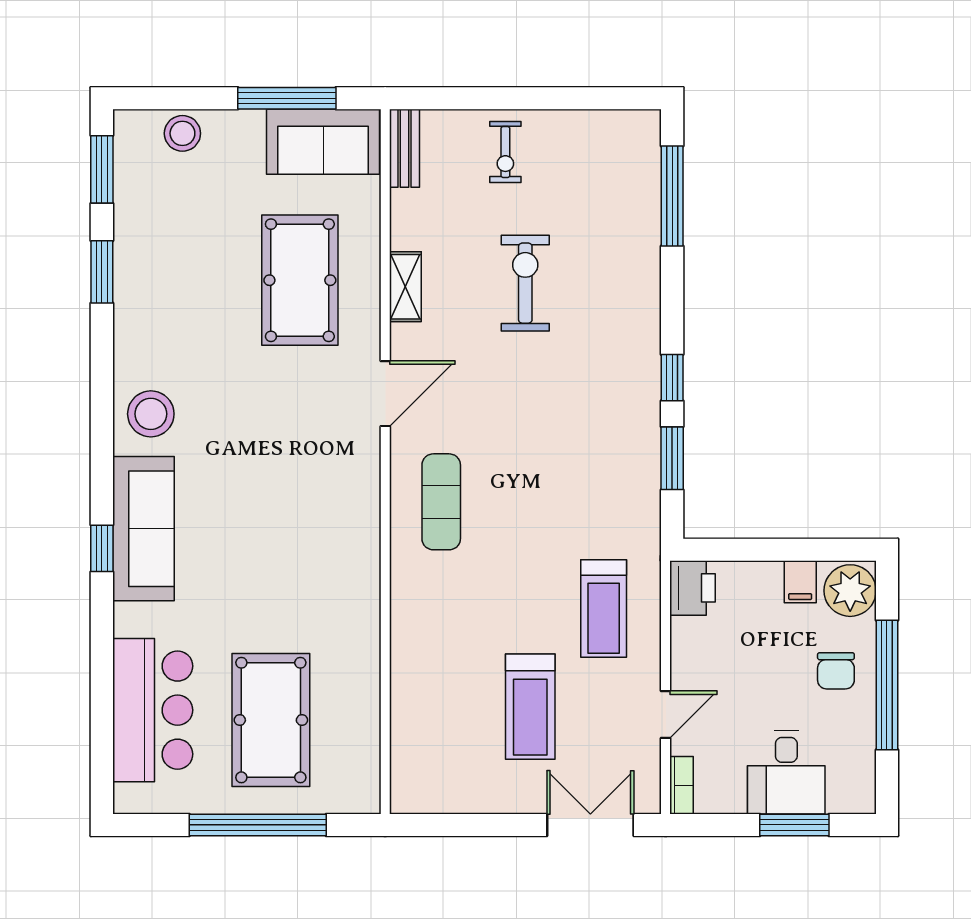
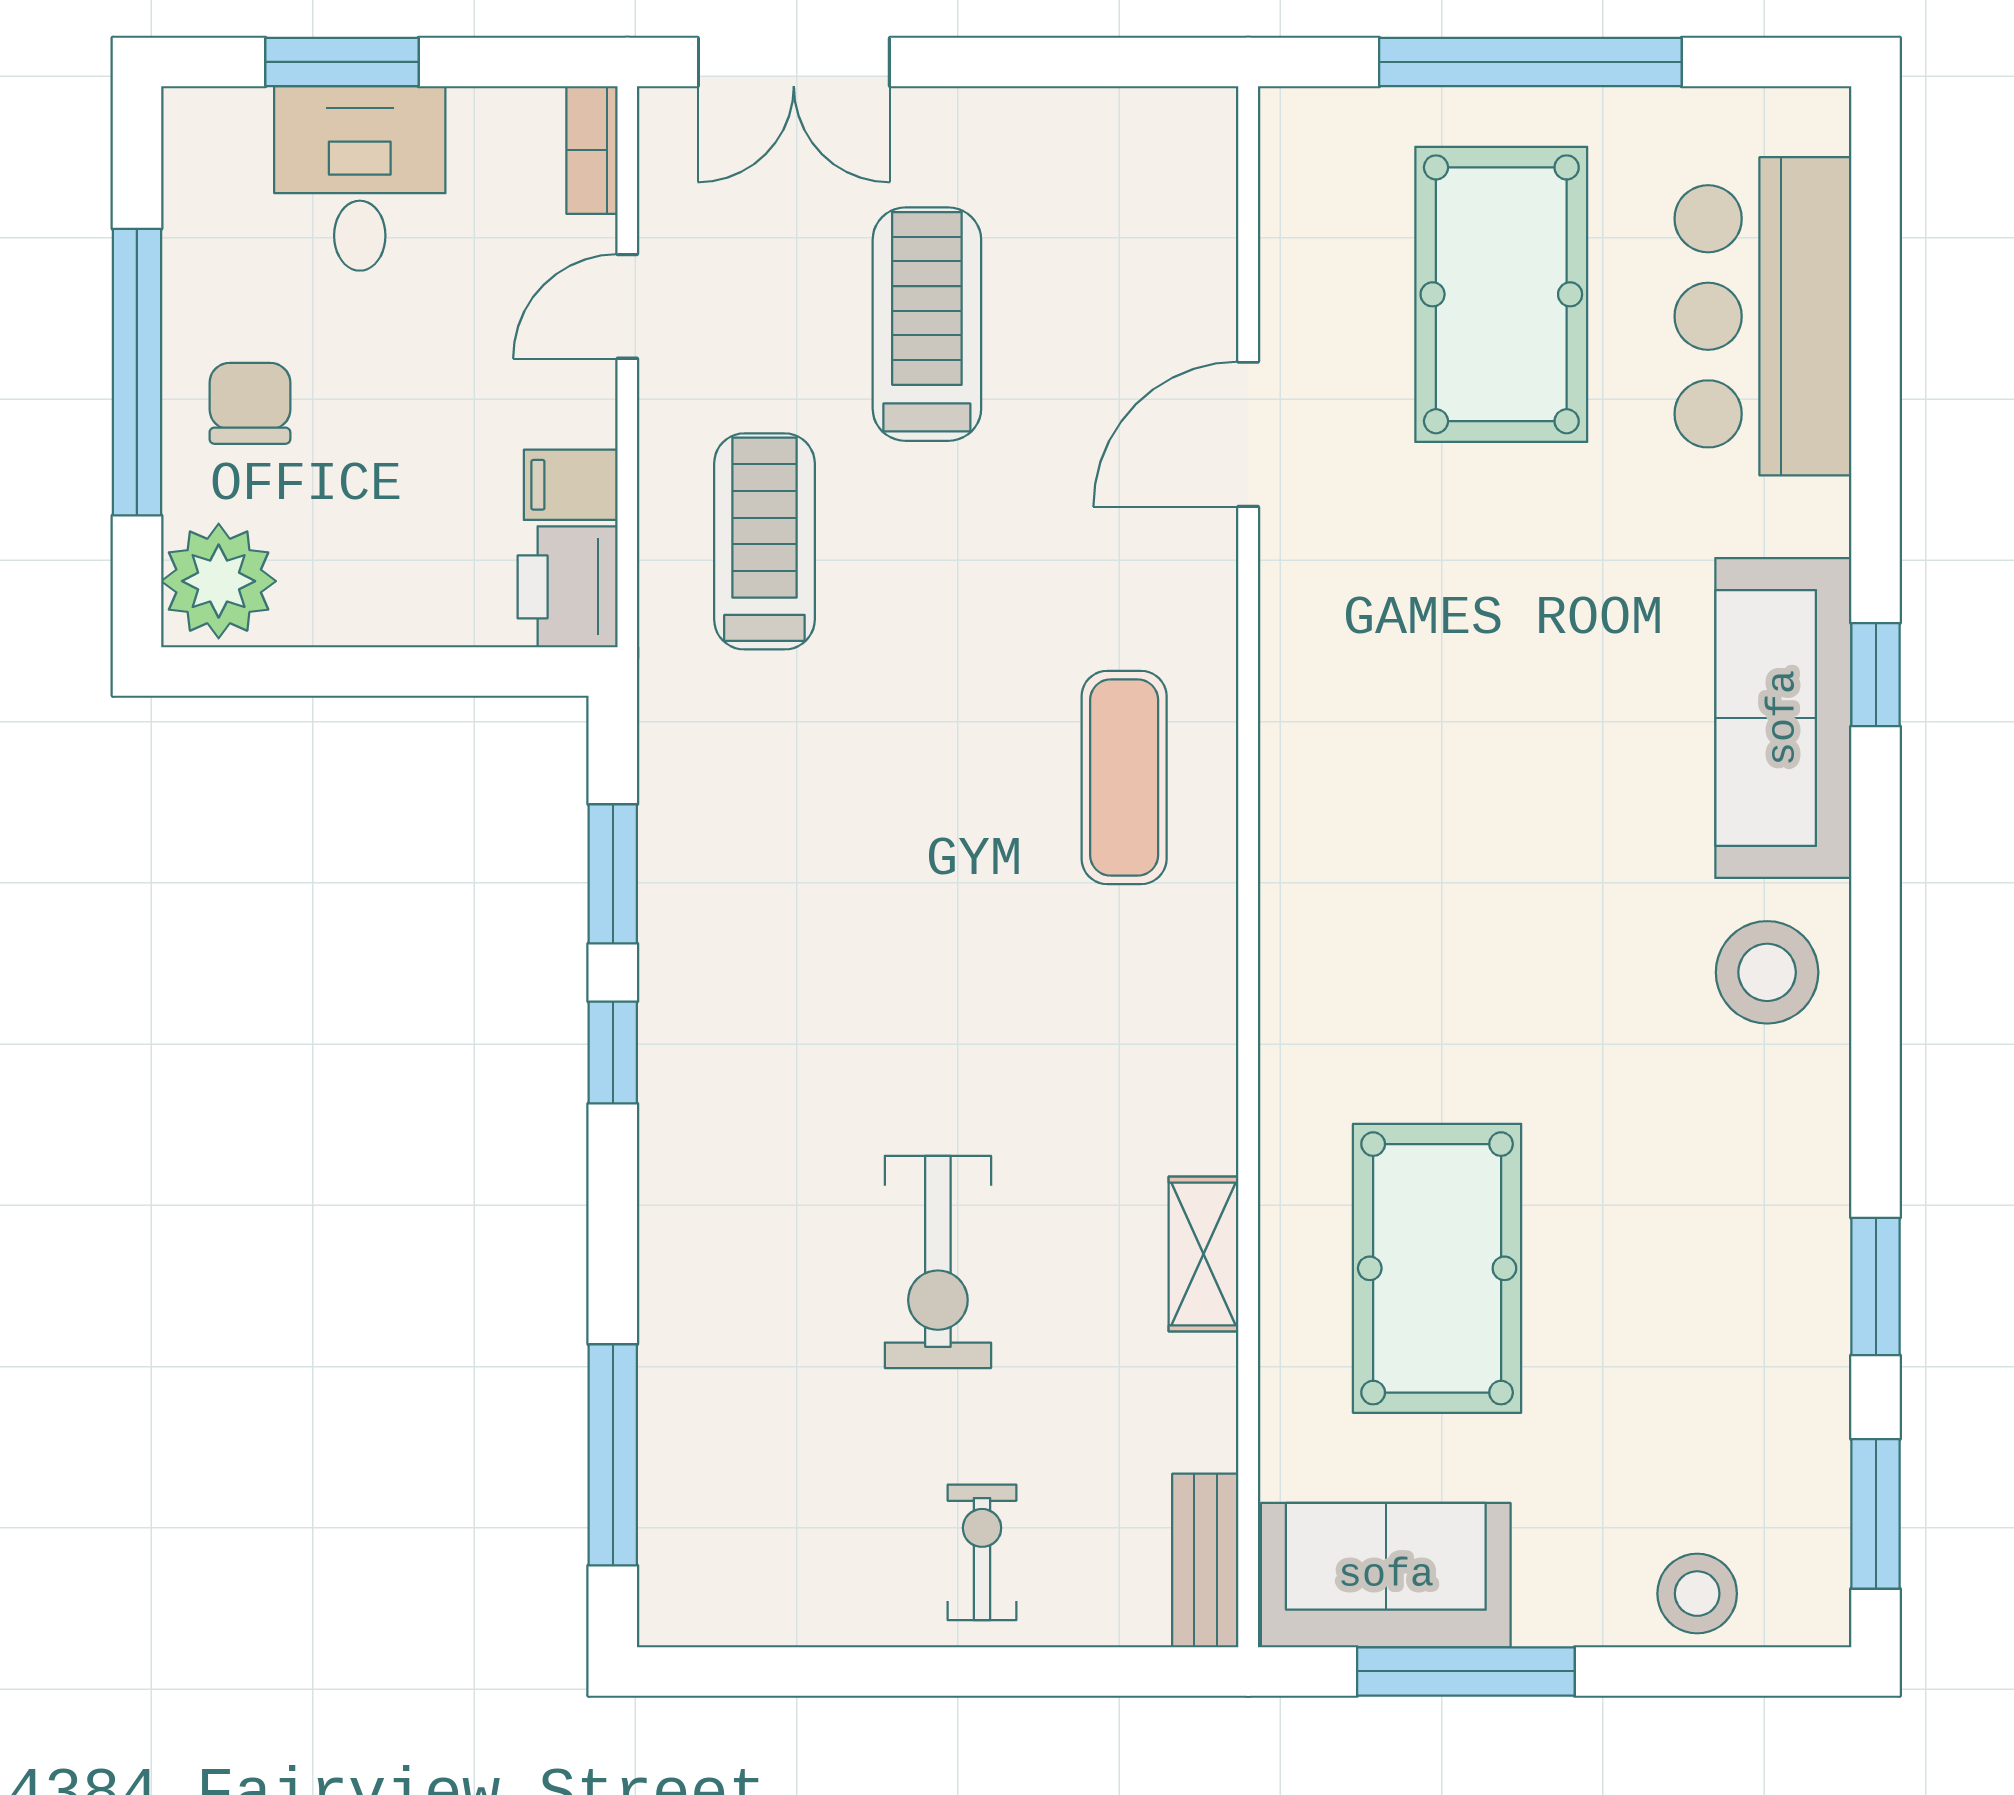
door: (385, 394) -> (1248, 434), moved
filing cabinet: (800, 582) -> (571, 485), moved, turned -90

